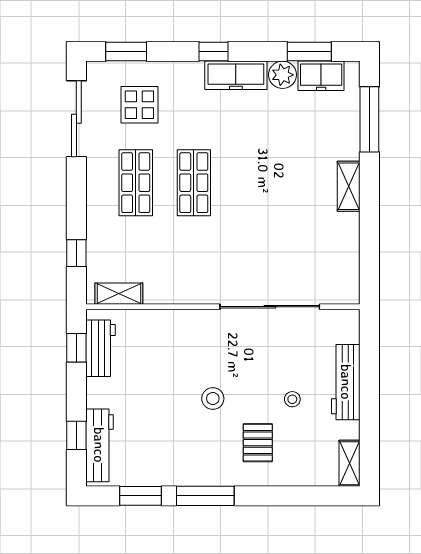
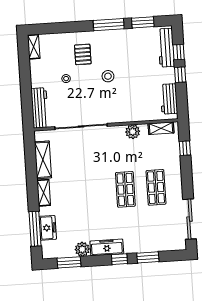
window: (126, 52) -> (148, 257), moved
freezer: (321, 76) -> (48, 228), moved, turned 90
display table: (139, 105) -> (157, 229), removed
shelving: (346, 248) -> (43, 160), added
plant: (173, 291) -> (133, 132), added
window: (76, 348) -> (180, 75), moved
workbench: (346, 382) -> (40, 108), moved

